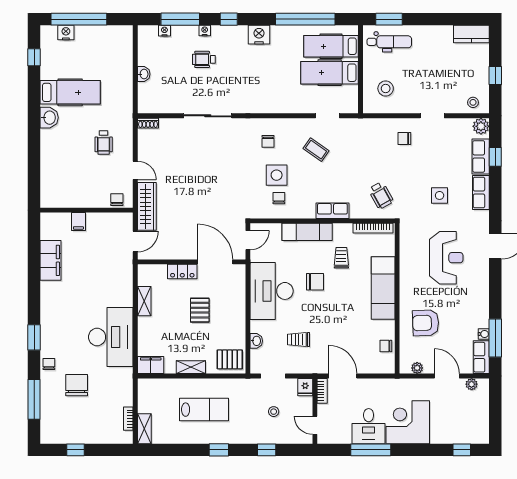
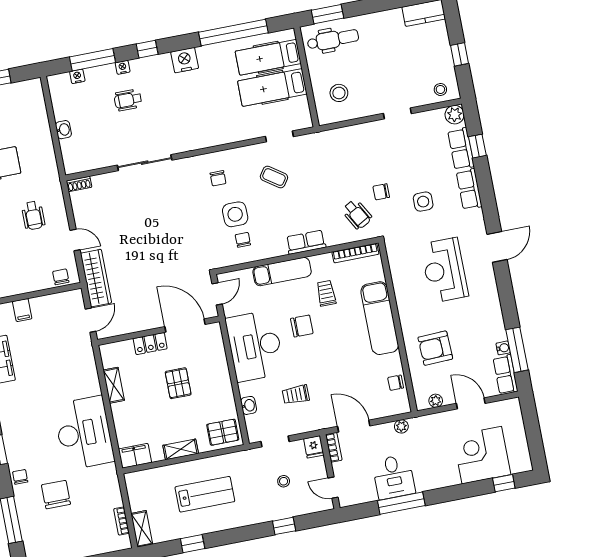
chair: (404, 138) -> (381, 192), moved
reception desk: (446, 258) -> (444, 270), turned 180
plant: (472, 384) -> (401, 426), moved
corner desk: (408, 422) -> (482, 455), moved
window: (219, 450) -> (193, 544), moved

